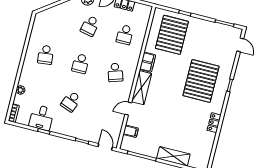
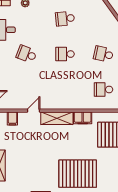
school desk: (115, 72) -> (65, 90), removed
door: (128, 109) -> (33, 111), hinge flipped

